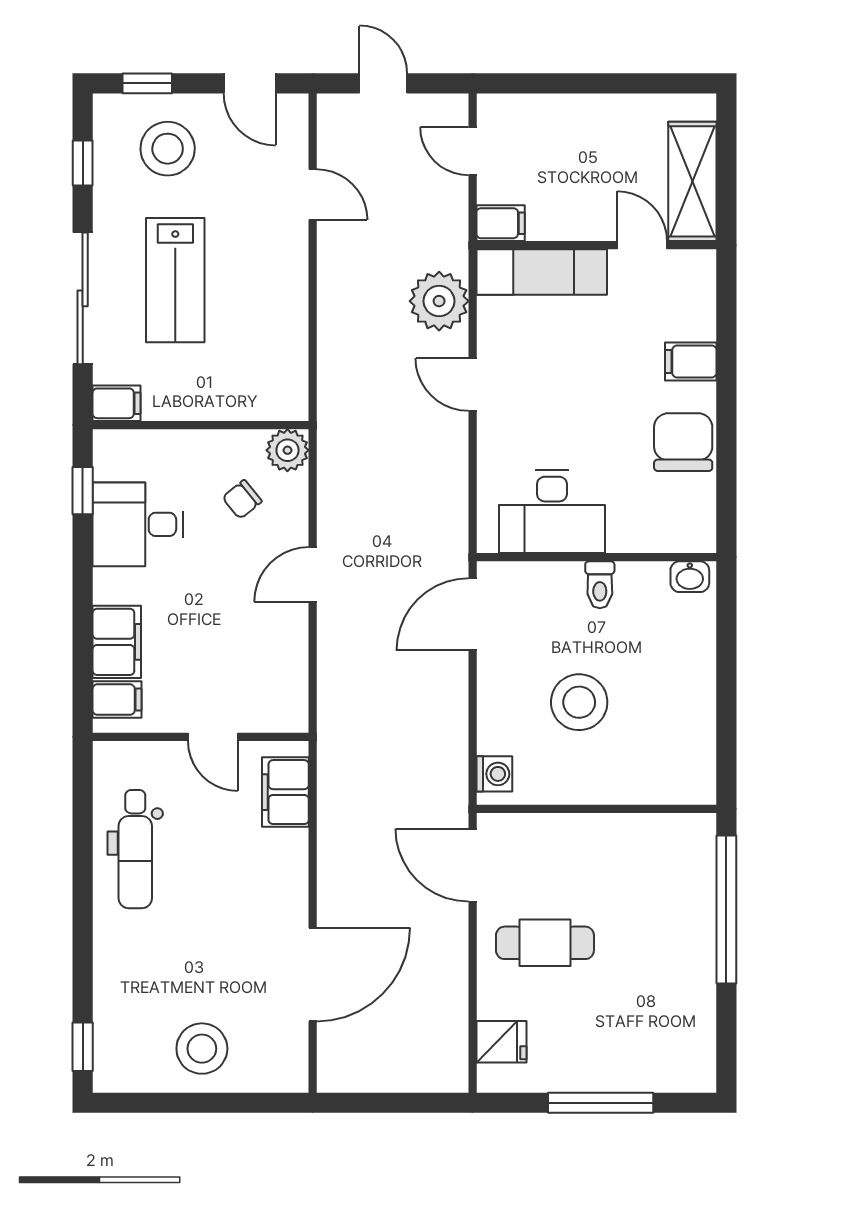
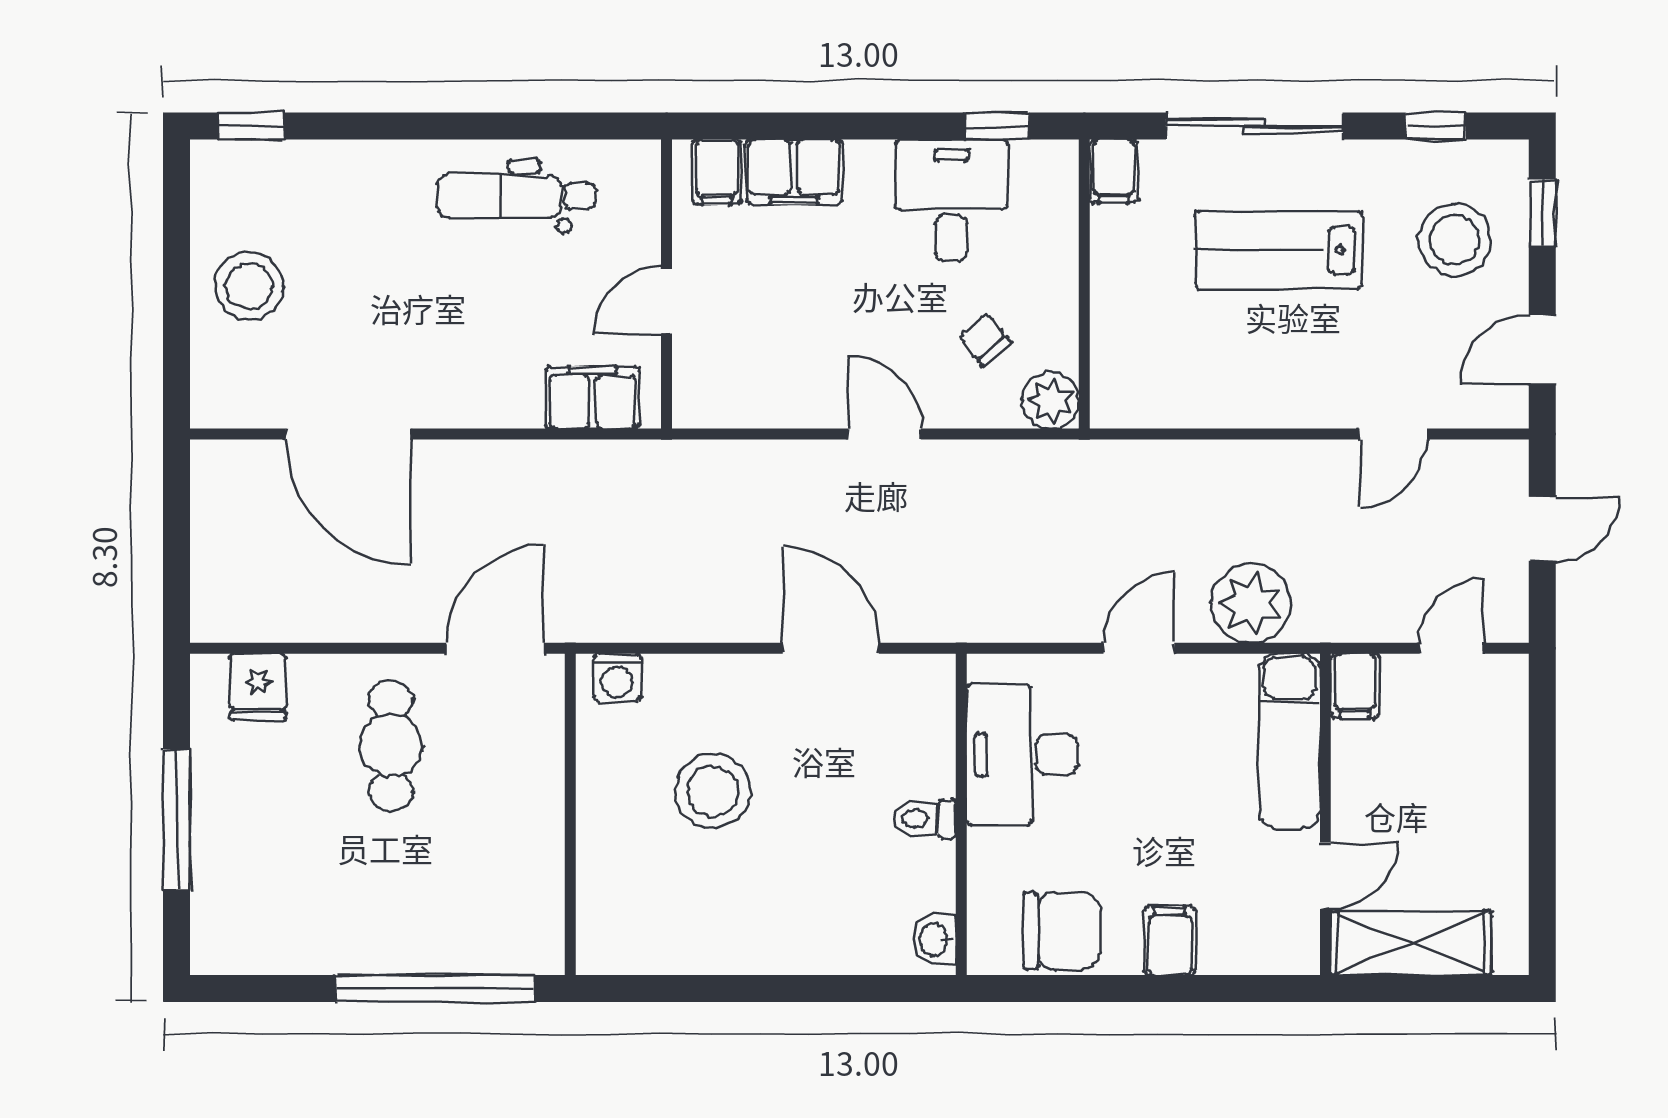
desk: (552, 512) -> (1022, 755), moved
wall: (596, 557) -> (961, 814), moved
washbasin: (690, 577) -> (935, 939), moved
toilet: (600, 585) -> (924, 819), moved

